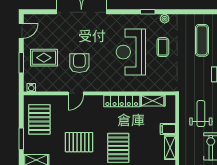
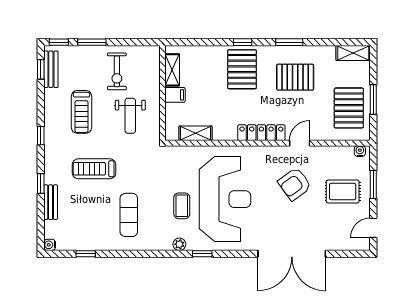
reception desk: (131, 52) -> (225, 199), width x1.36, depth x1.30
armchair: (79, 63) -> (295, 184), turned 54
locker: (122, 101) -> (261, 133), moved
window: (21, 139) -> (373, 99), moved

